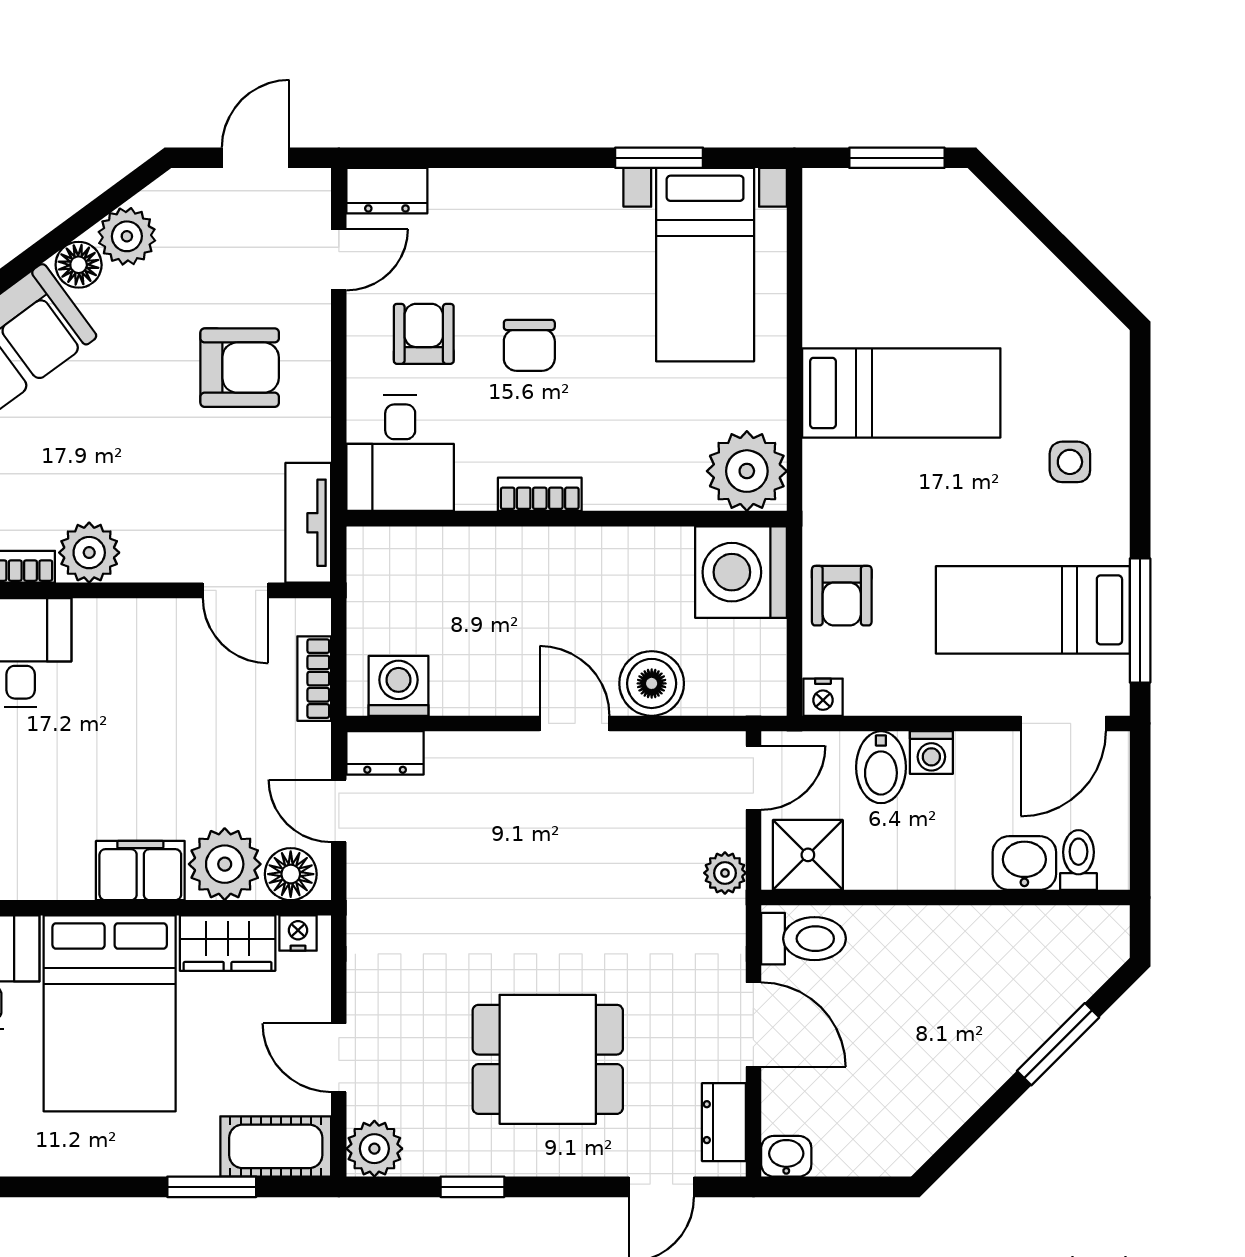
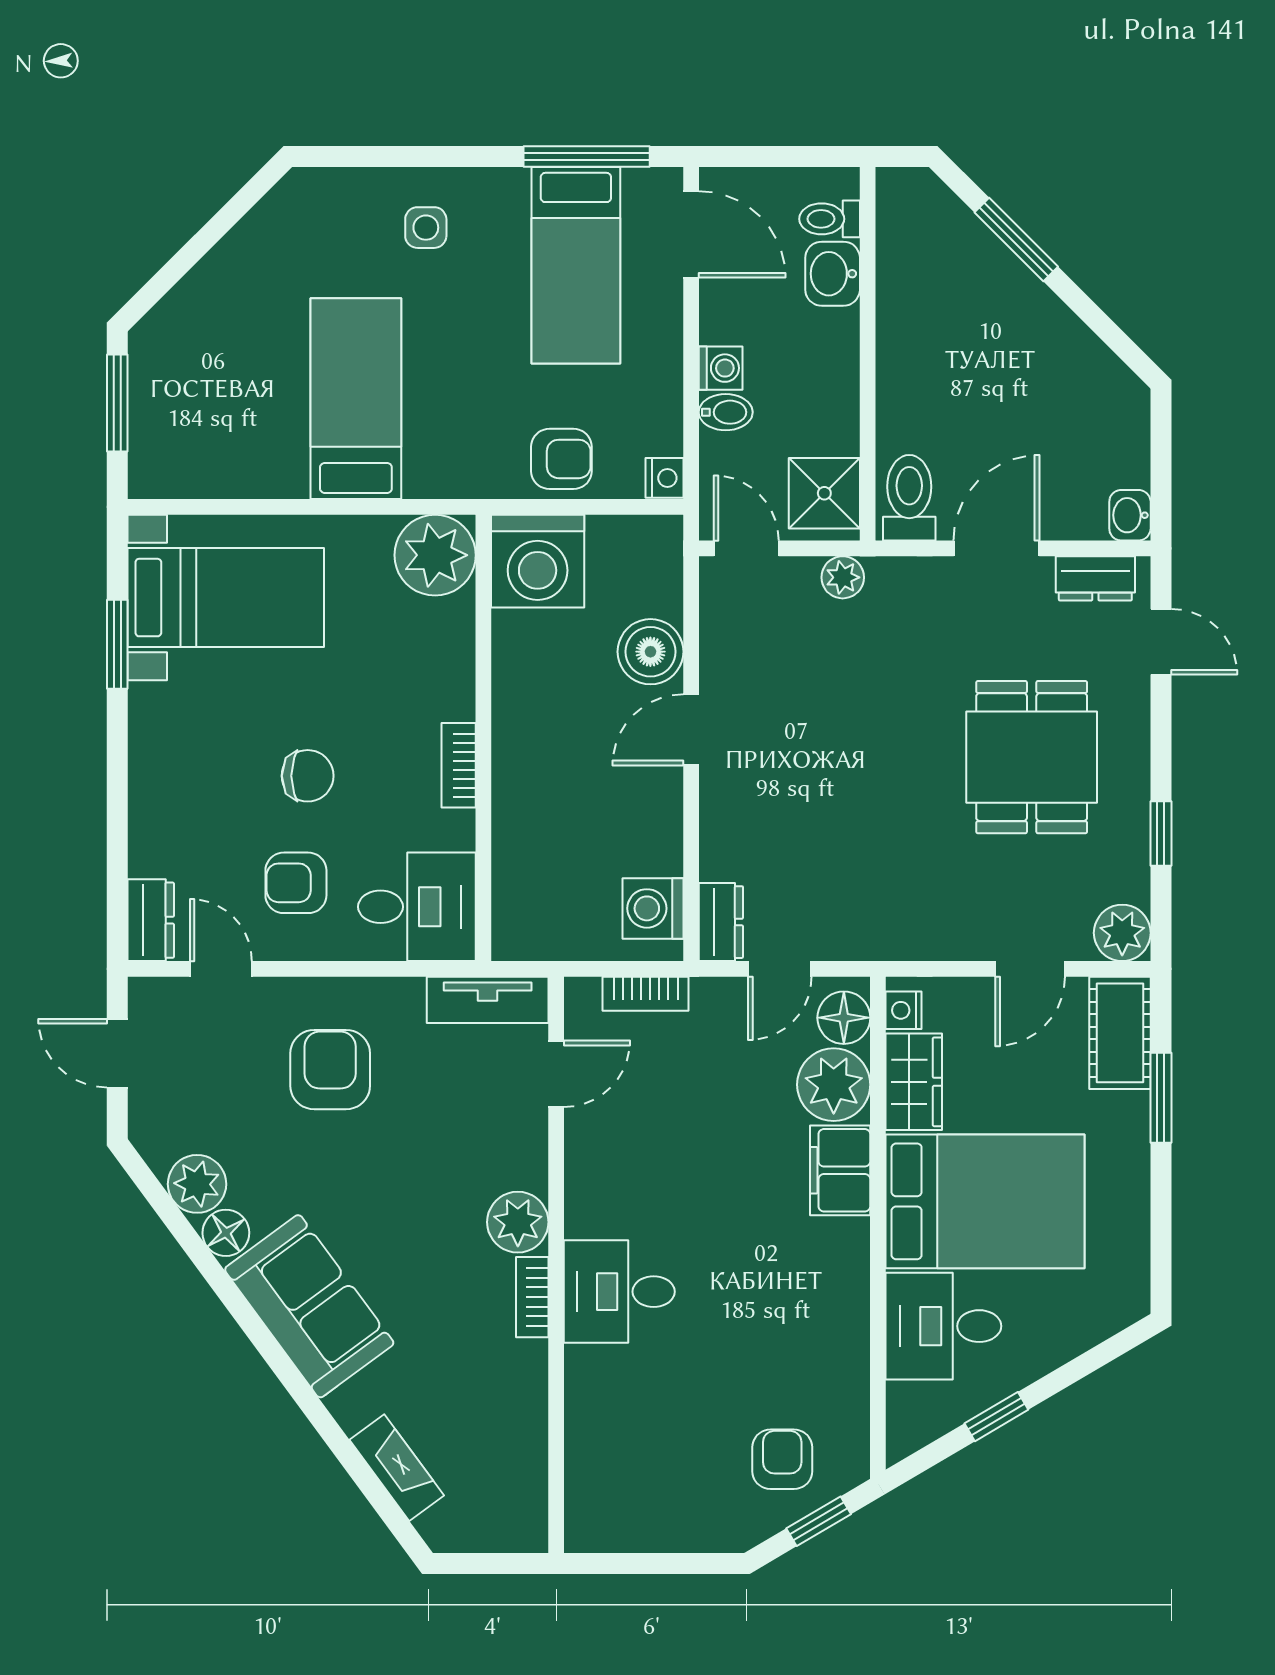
bidet: (881, 767) -> (726, 412), width x0.72, depth x0.74

